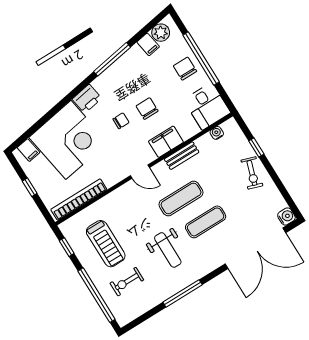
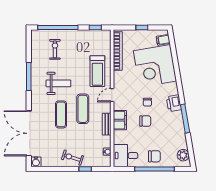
filing cabinet: (148, 44) -> (181, 144), removed
printer: (87, 99) -> (174, 103), moved
treadmill: (106, 244) -> (97, 71), moved, turned -90
weight bench: (168, 250) -> (58, 83), turned 180

